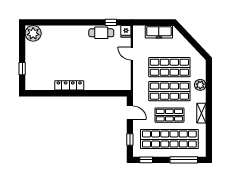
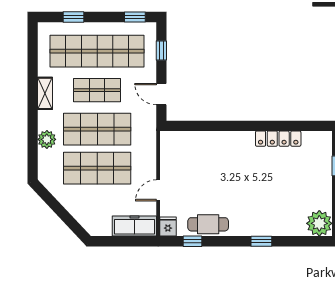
window: (69, 22) -> (261, 241), added
freezer: (159, 32) -> (134, 226), moved
door: (132, 54) -> (158, 190), swing flipped
locker: (69, 85) -> (278, 139), moved
window: (184, 160) -> (74, 17), width x0.46

